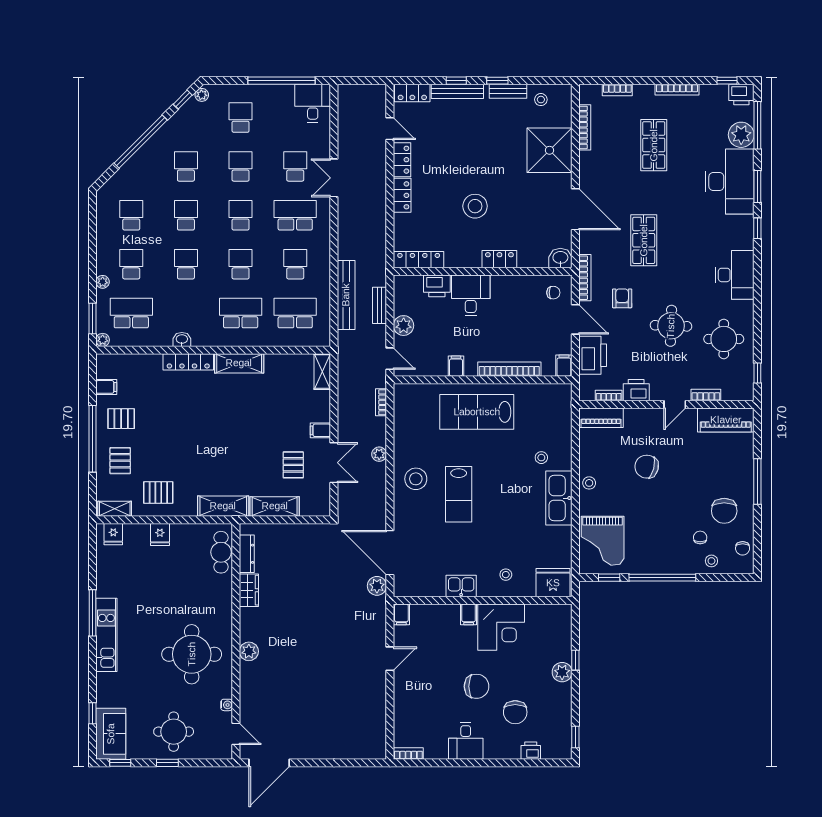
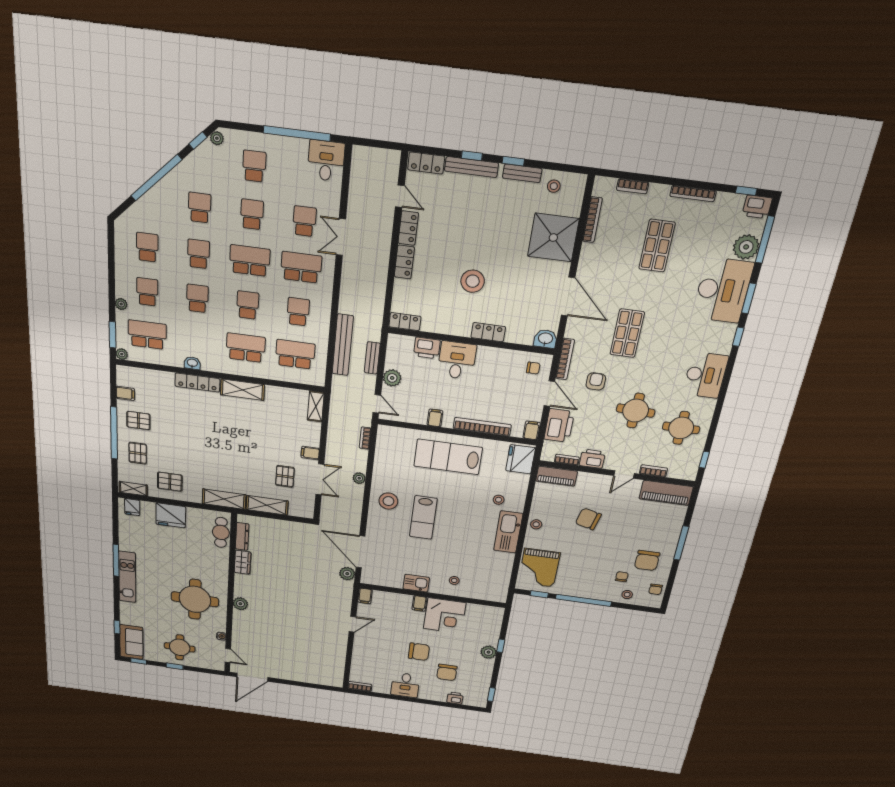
school desk: (241, 215) -> (250, 261), width x1.85
locker: (419, 260) -> (405, 322), width x0.66
fridge: (160, 534) -> (171, 515), width x1.88, depth x1.34
fridge: (553, 583) -> (521, 459), moved, turned -90

